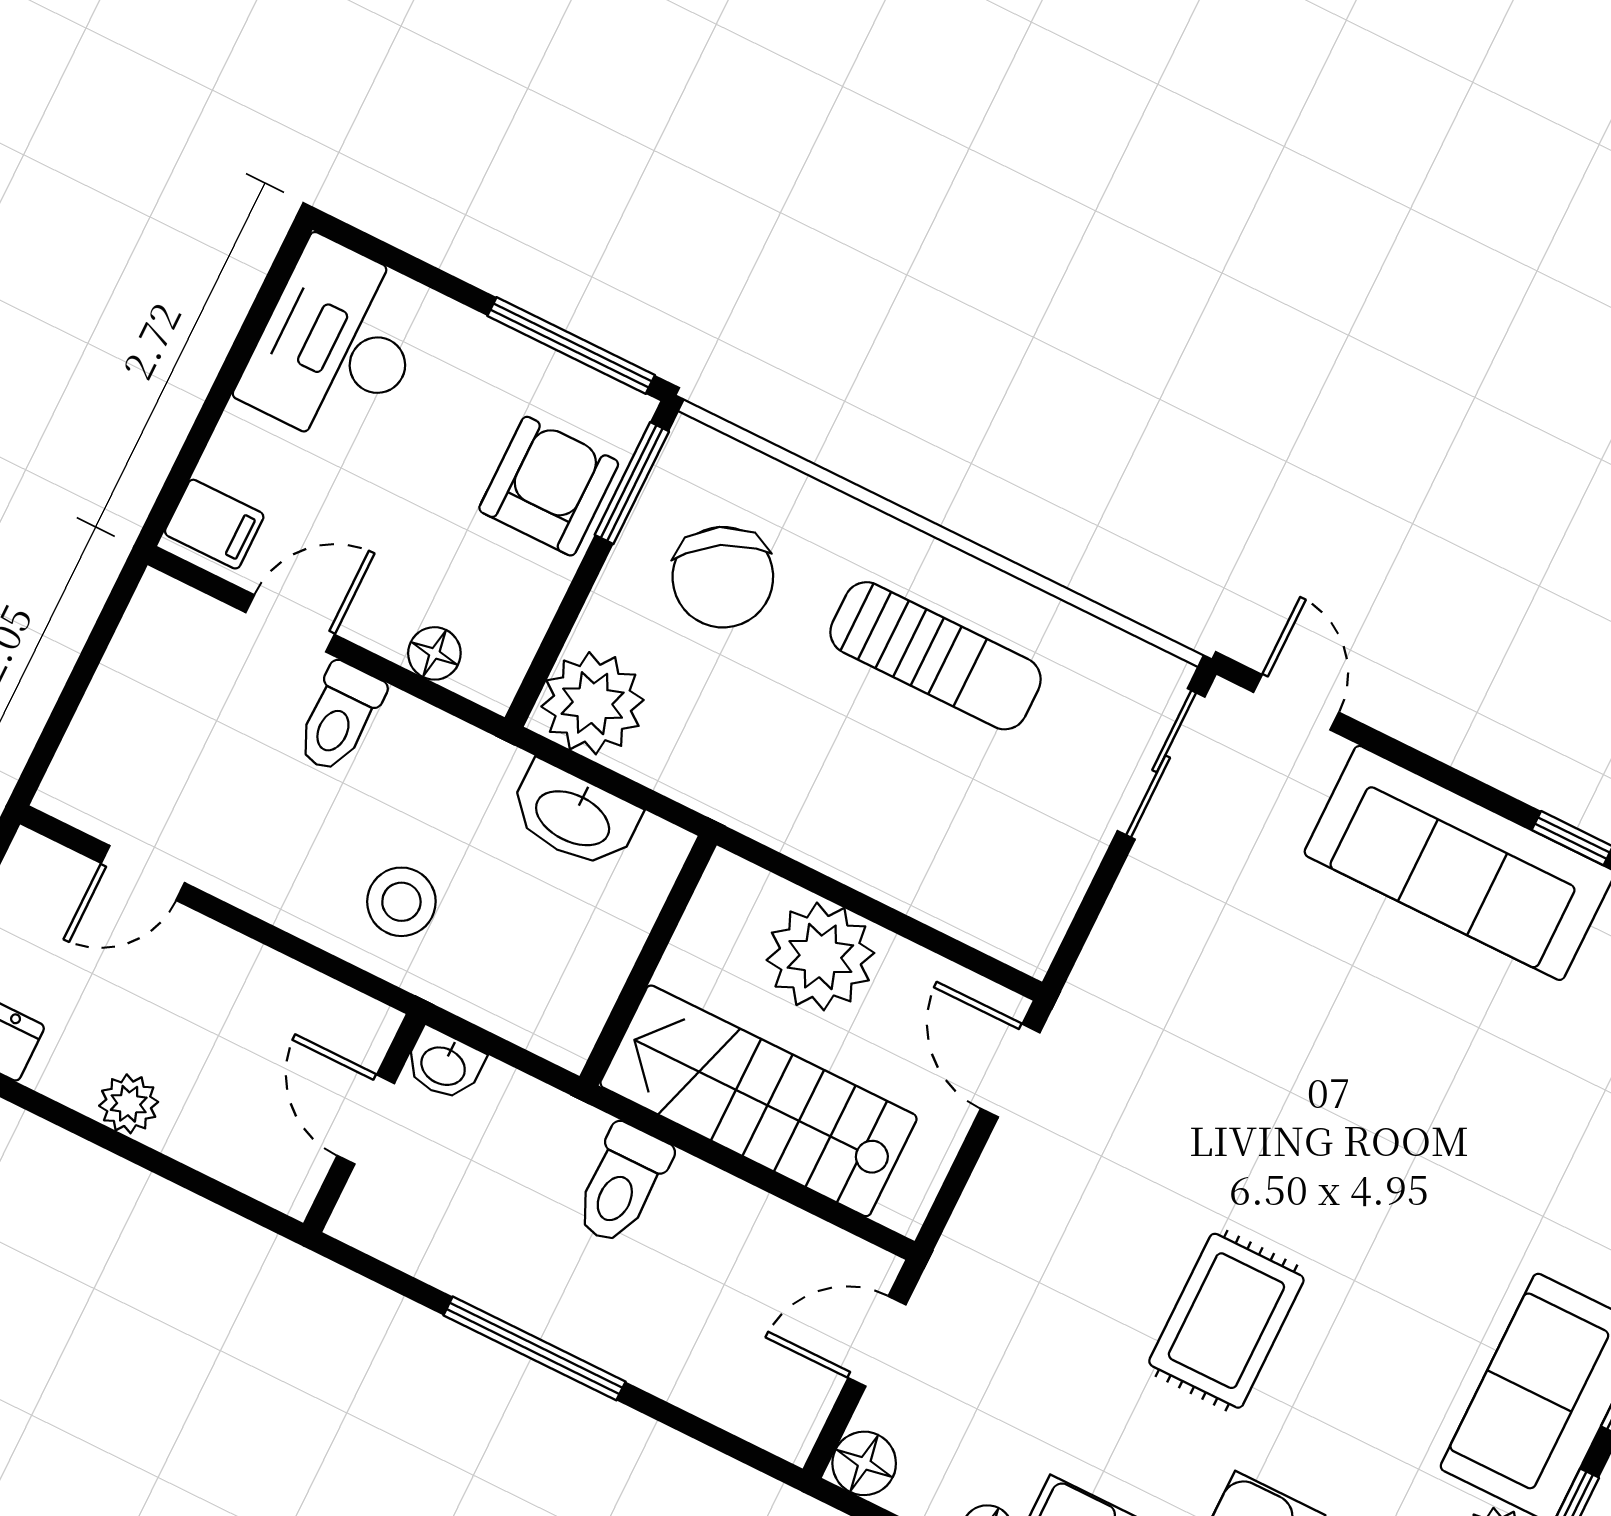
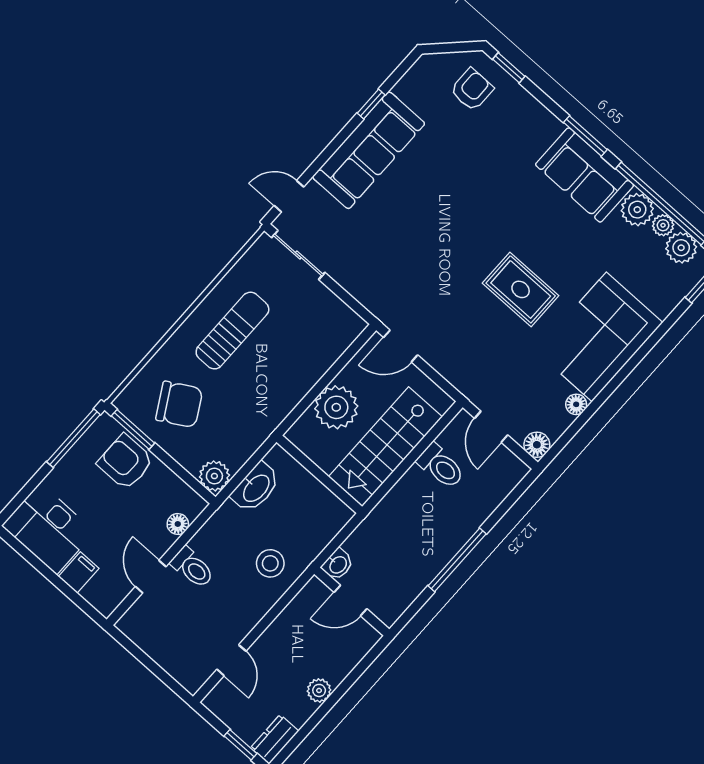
filing cabinet: (214, 524) -> (79, 572), moved
plant: (593, 703) -> (214, 476), width x0.73, depth x0.73
toilet: (622, 1184) -> (441, 466), moved

